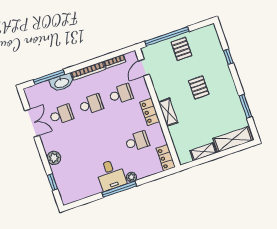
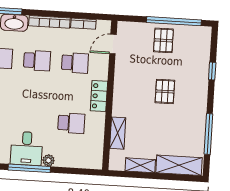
window: (167, 36) -> (174, 21), moved
window: (245, 106) -> (208, 134), width x1.44
shelving: (168, 112) -> (118, 133), moved
locker: (166, 158) -> (96, 155), removed

